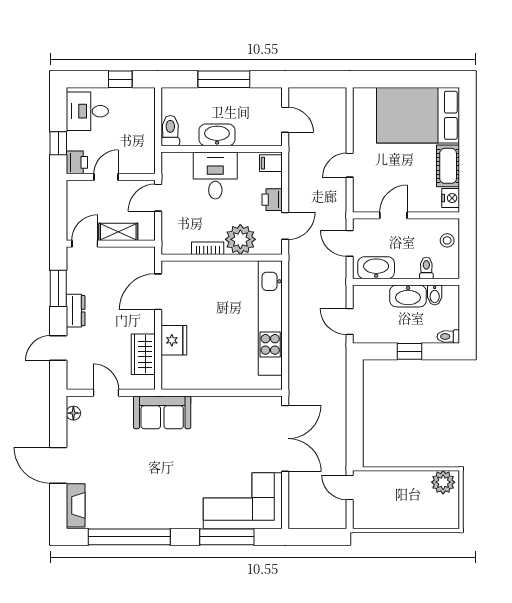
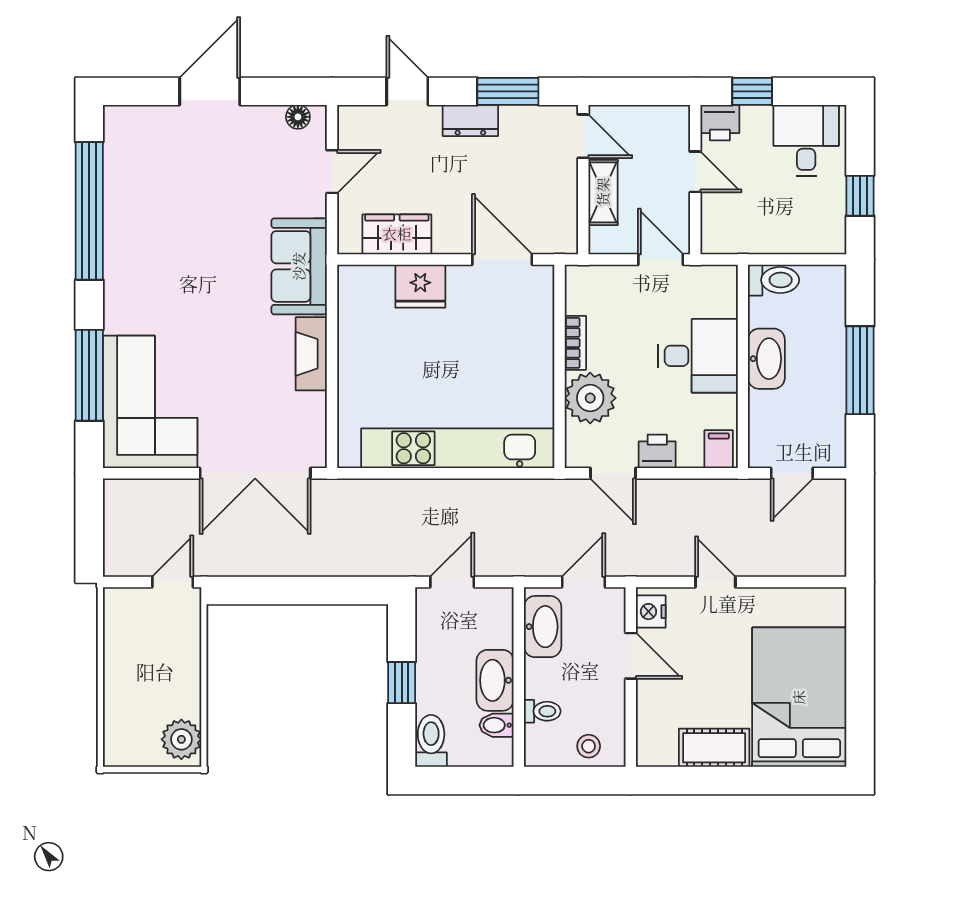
nightstand: (451, 198) -> (651, 612), moved, turned 90
toilet: (448, 337) -> (431, 741), width x1.37, depth x1.39
fireplace: (76, 505) -> (311, 354), moved, turned 90

